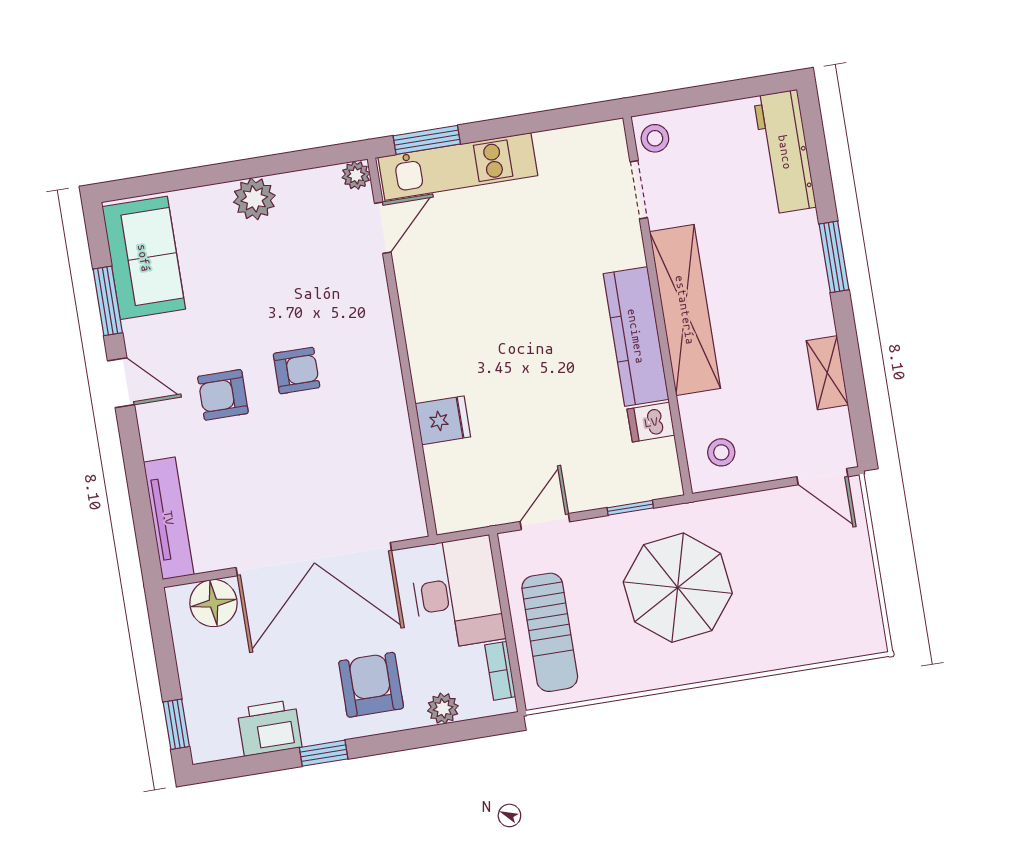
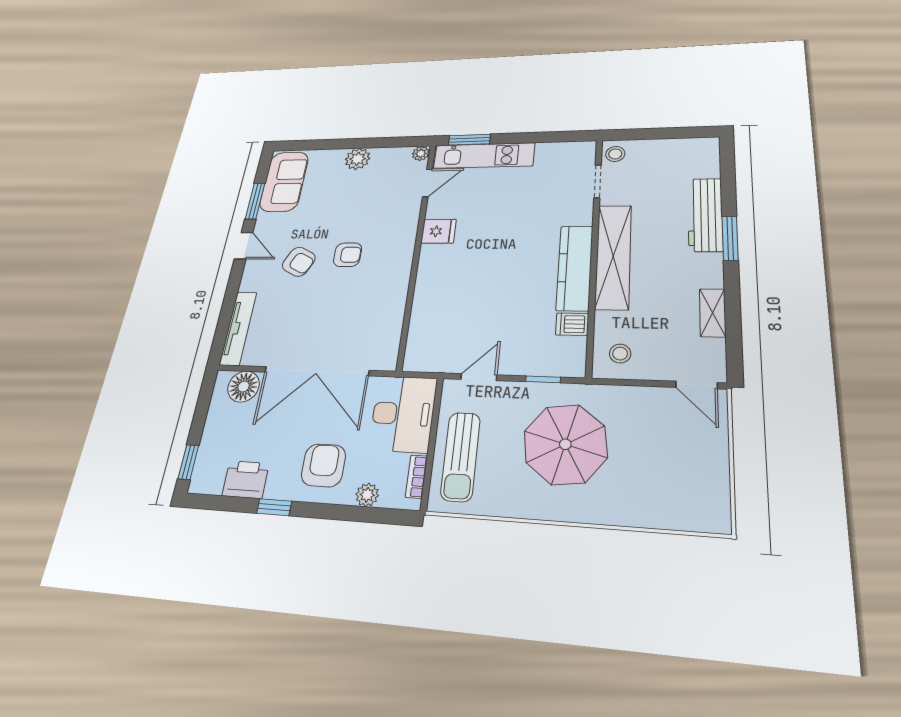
workbench: (785, 152) -> (705, 215), moved
armchair: (223, 395) -> (299, 262), turned -153
fridge: (443, 420) -> (439, 231), moved

